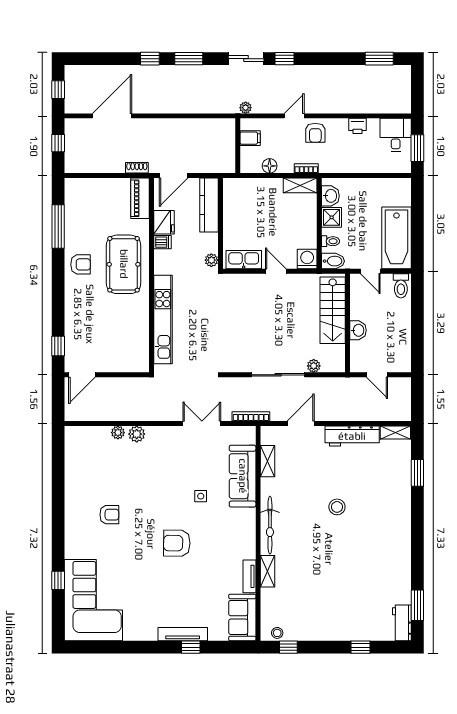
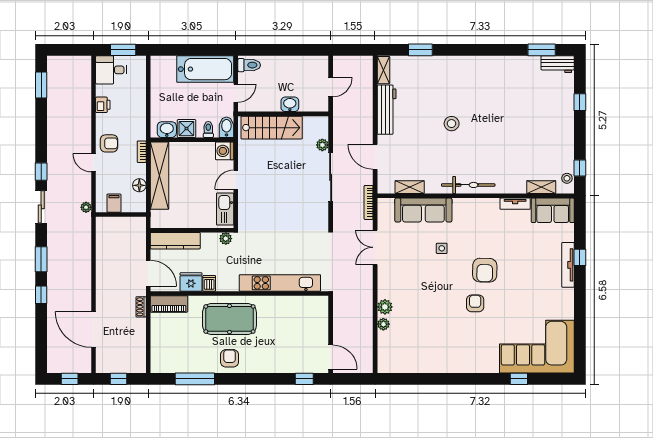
shelving: (300, 185) -> (160, 176), width x2.20, depth x1.33
armchair: (109, 515) -> (475, 303), moved
shelving: (268, 571) -> (541, 187), moved

